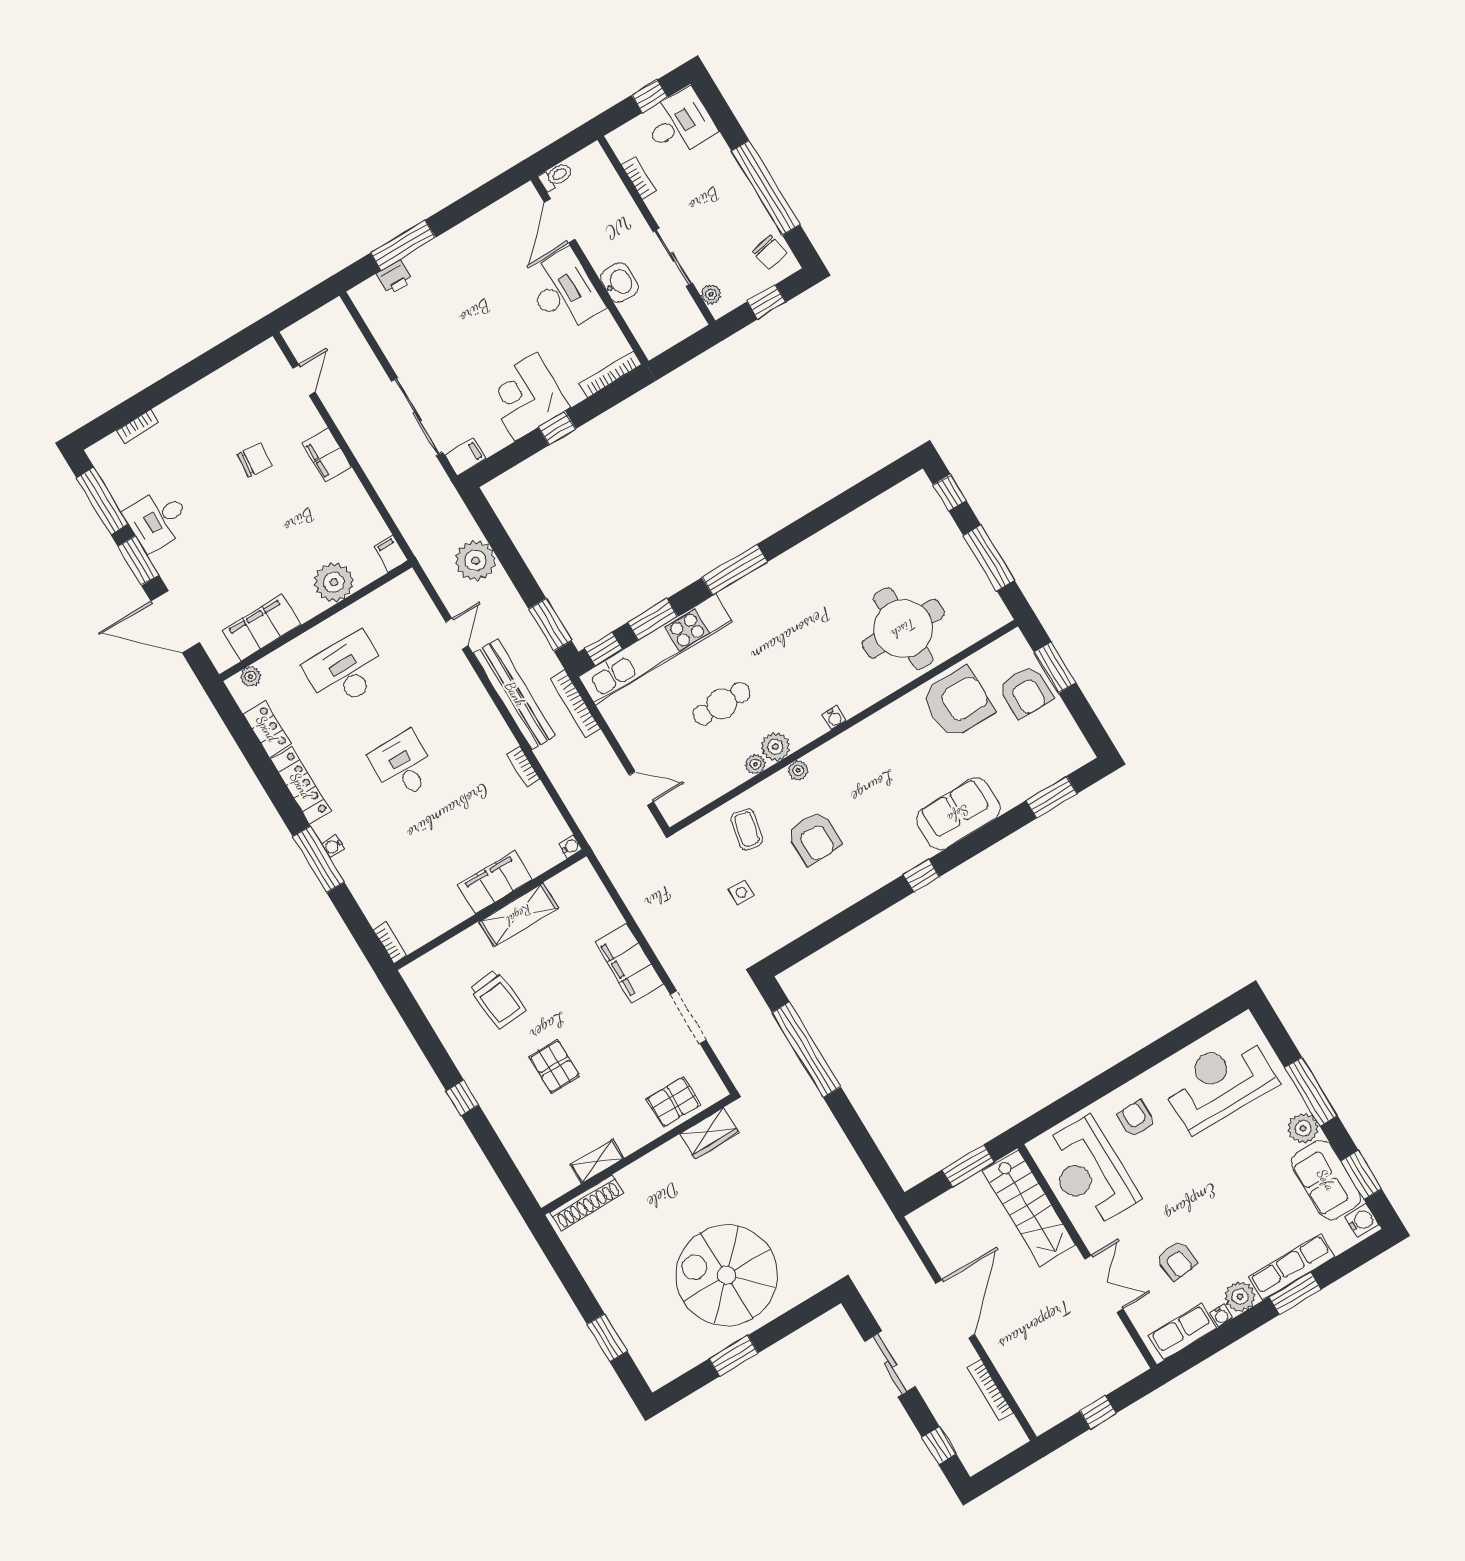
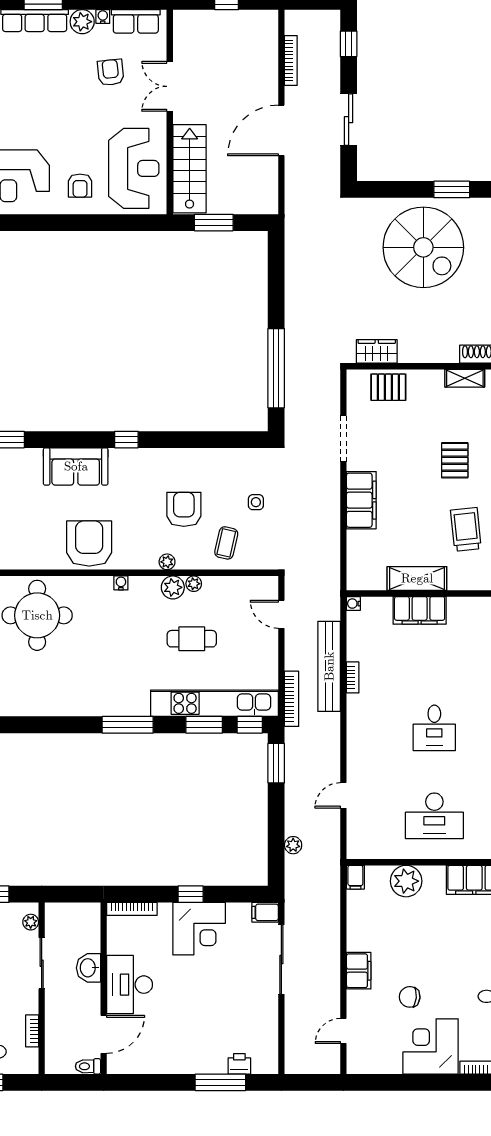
corner desk: (200, 420) -> (431, 1046), added
plant: (475, 560) -> (293, 845), width x0.53, depth x0.53
bench: (515, 694) -> (329, 666), moved
armchair: (958, 703) -> (89, 544), moved, turned 90

